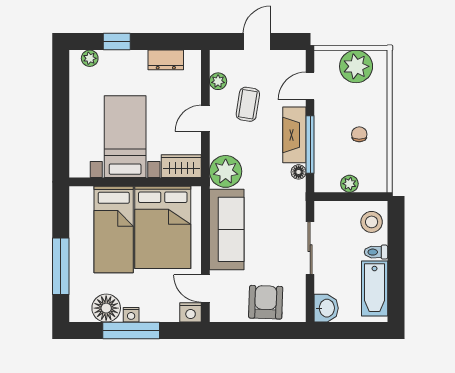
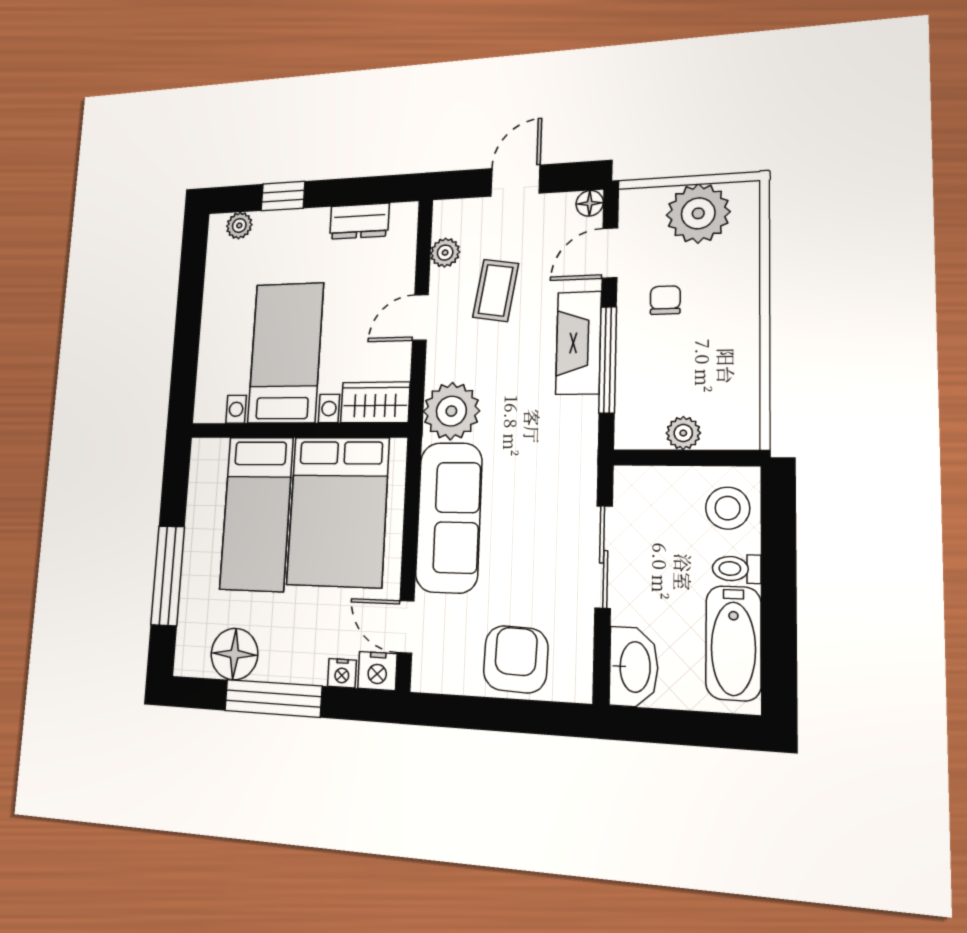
chair: (359, 134) -> (665, 300), moved
floor lamp: (299, 172) -> (590, 203), moved
washbasin: (326, 308) -> (634, 667), width x1.38
nightstand: (131, 315) -> (342, 673), moved

